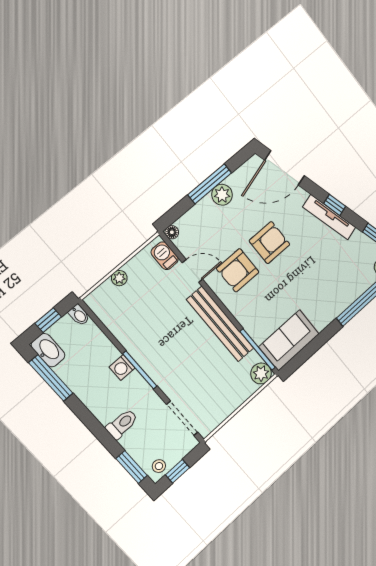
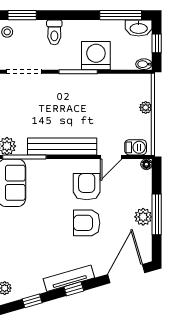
armchair: (270, 243) -> (87, 223), turned 90
washing machine: (122, 368) -> (96, 56), width x1.89, depth x1.89

